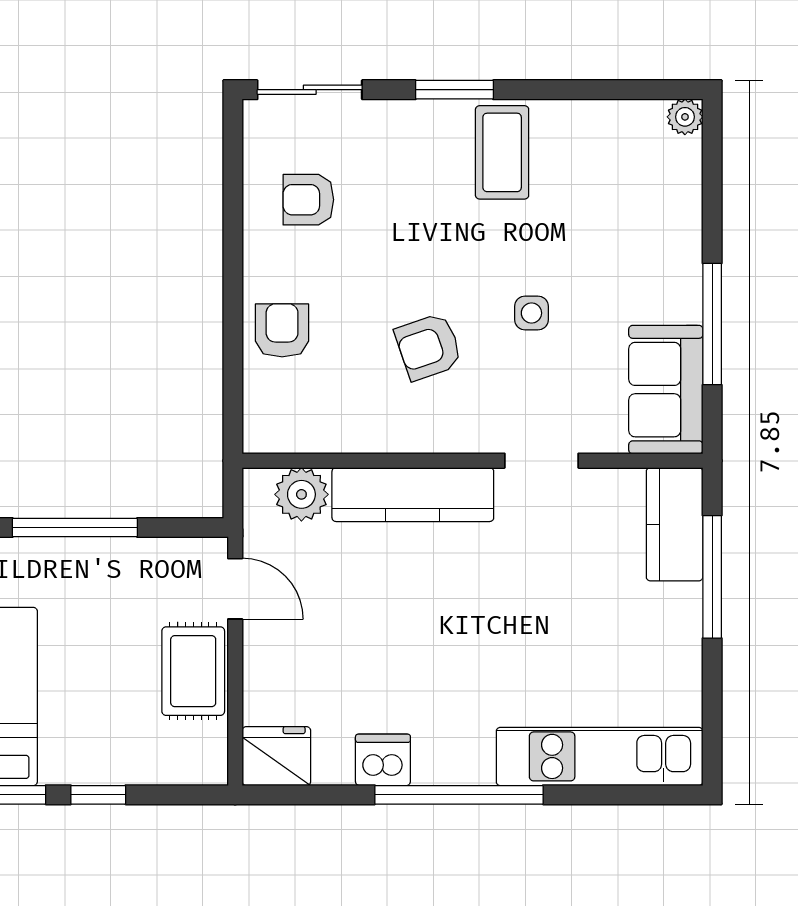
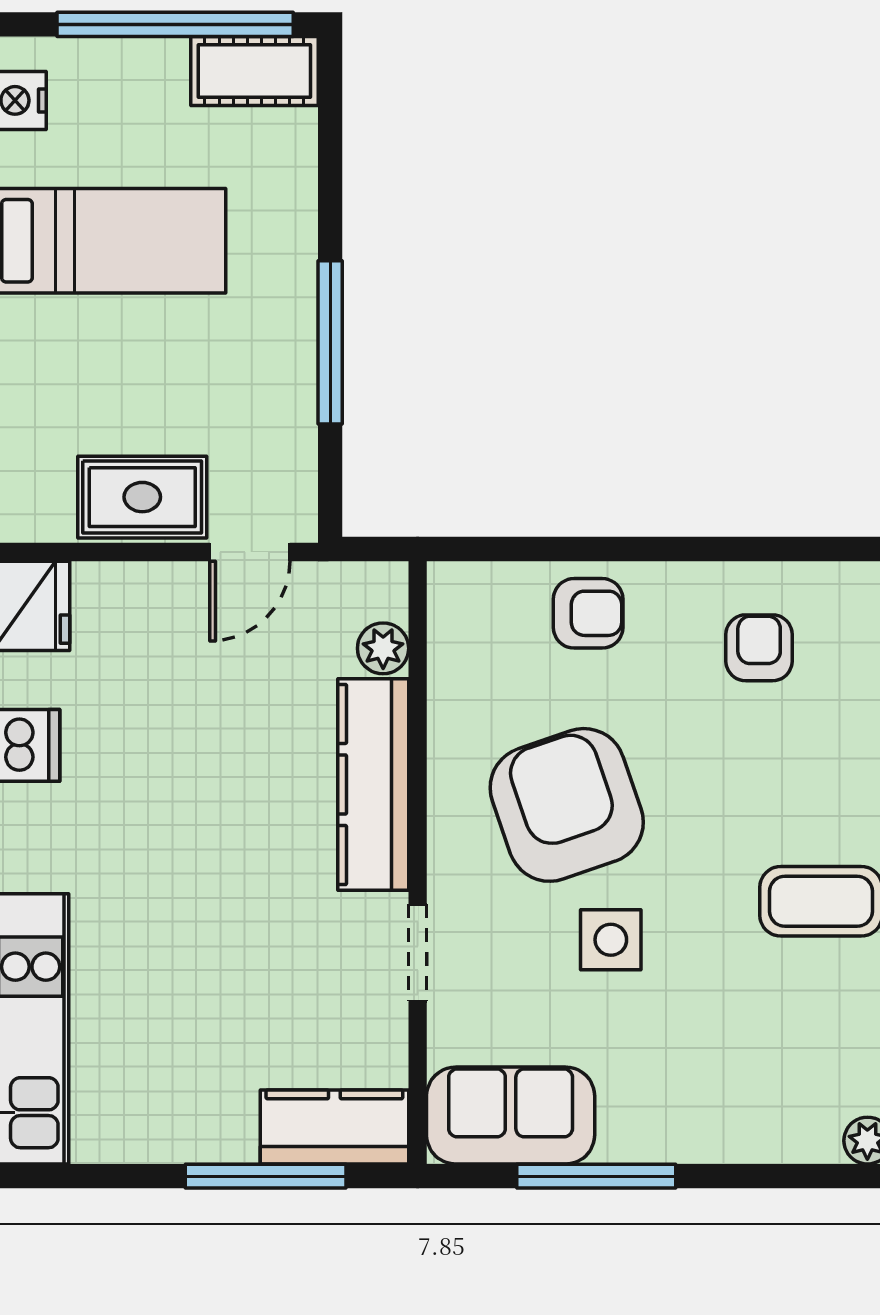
side table: (531, 313) -> (611, 940), width x1.37, depth x1.37
armchair: (428, 347) -> (567, 805), width x1.88, depth x1.88
plant: (301, 494) -> (383, 648), width x0.73, depth x0.73

